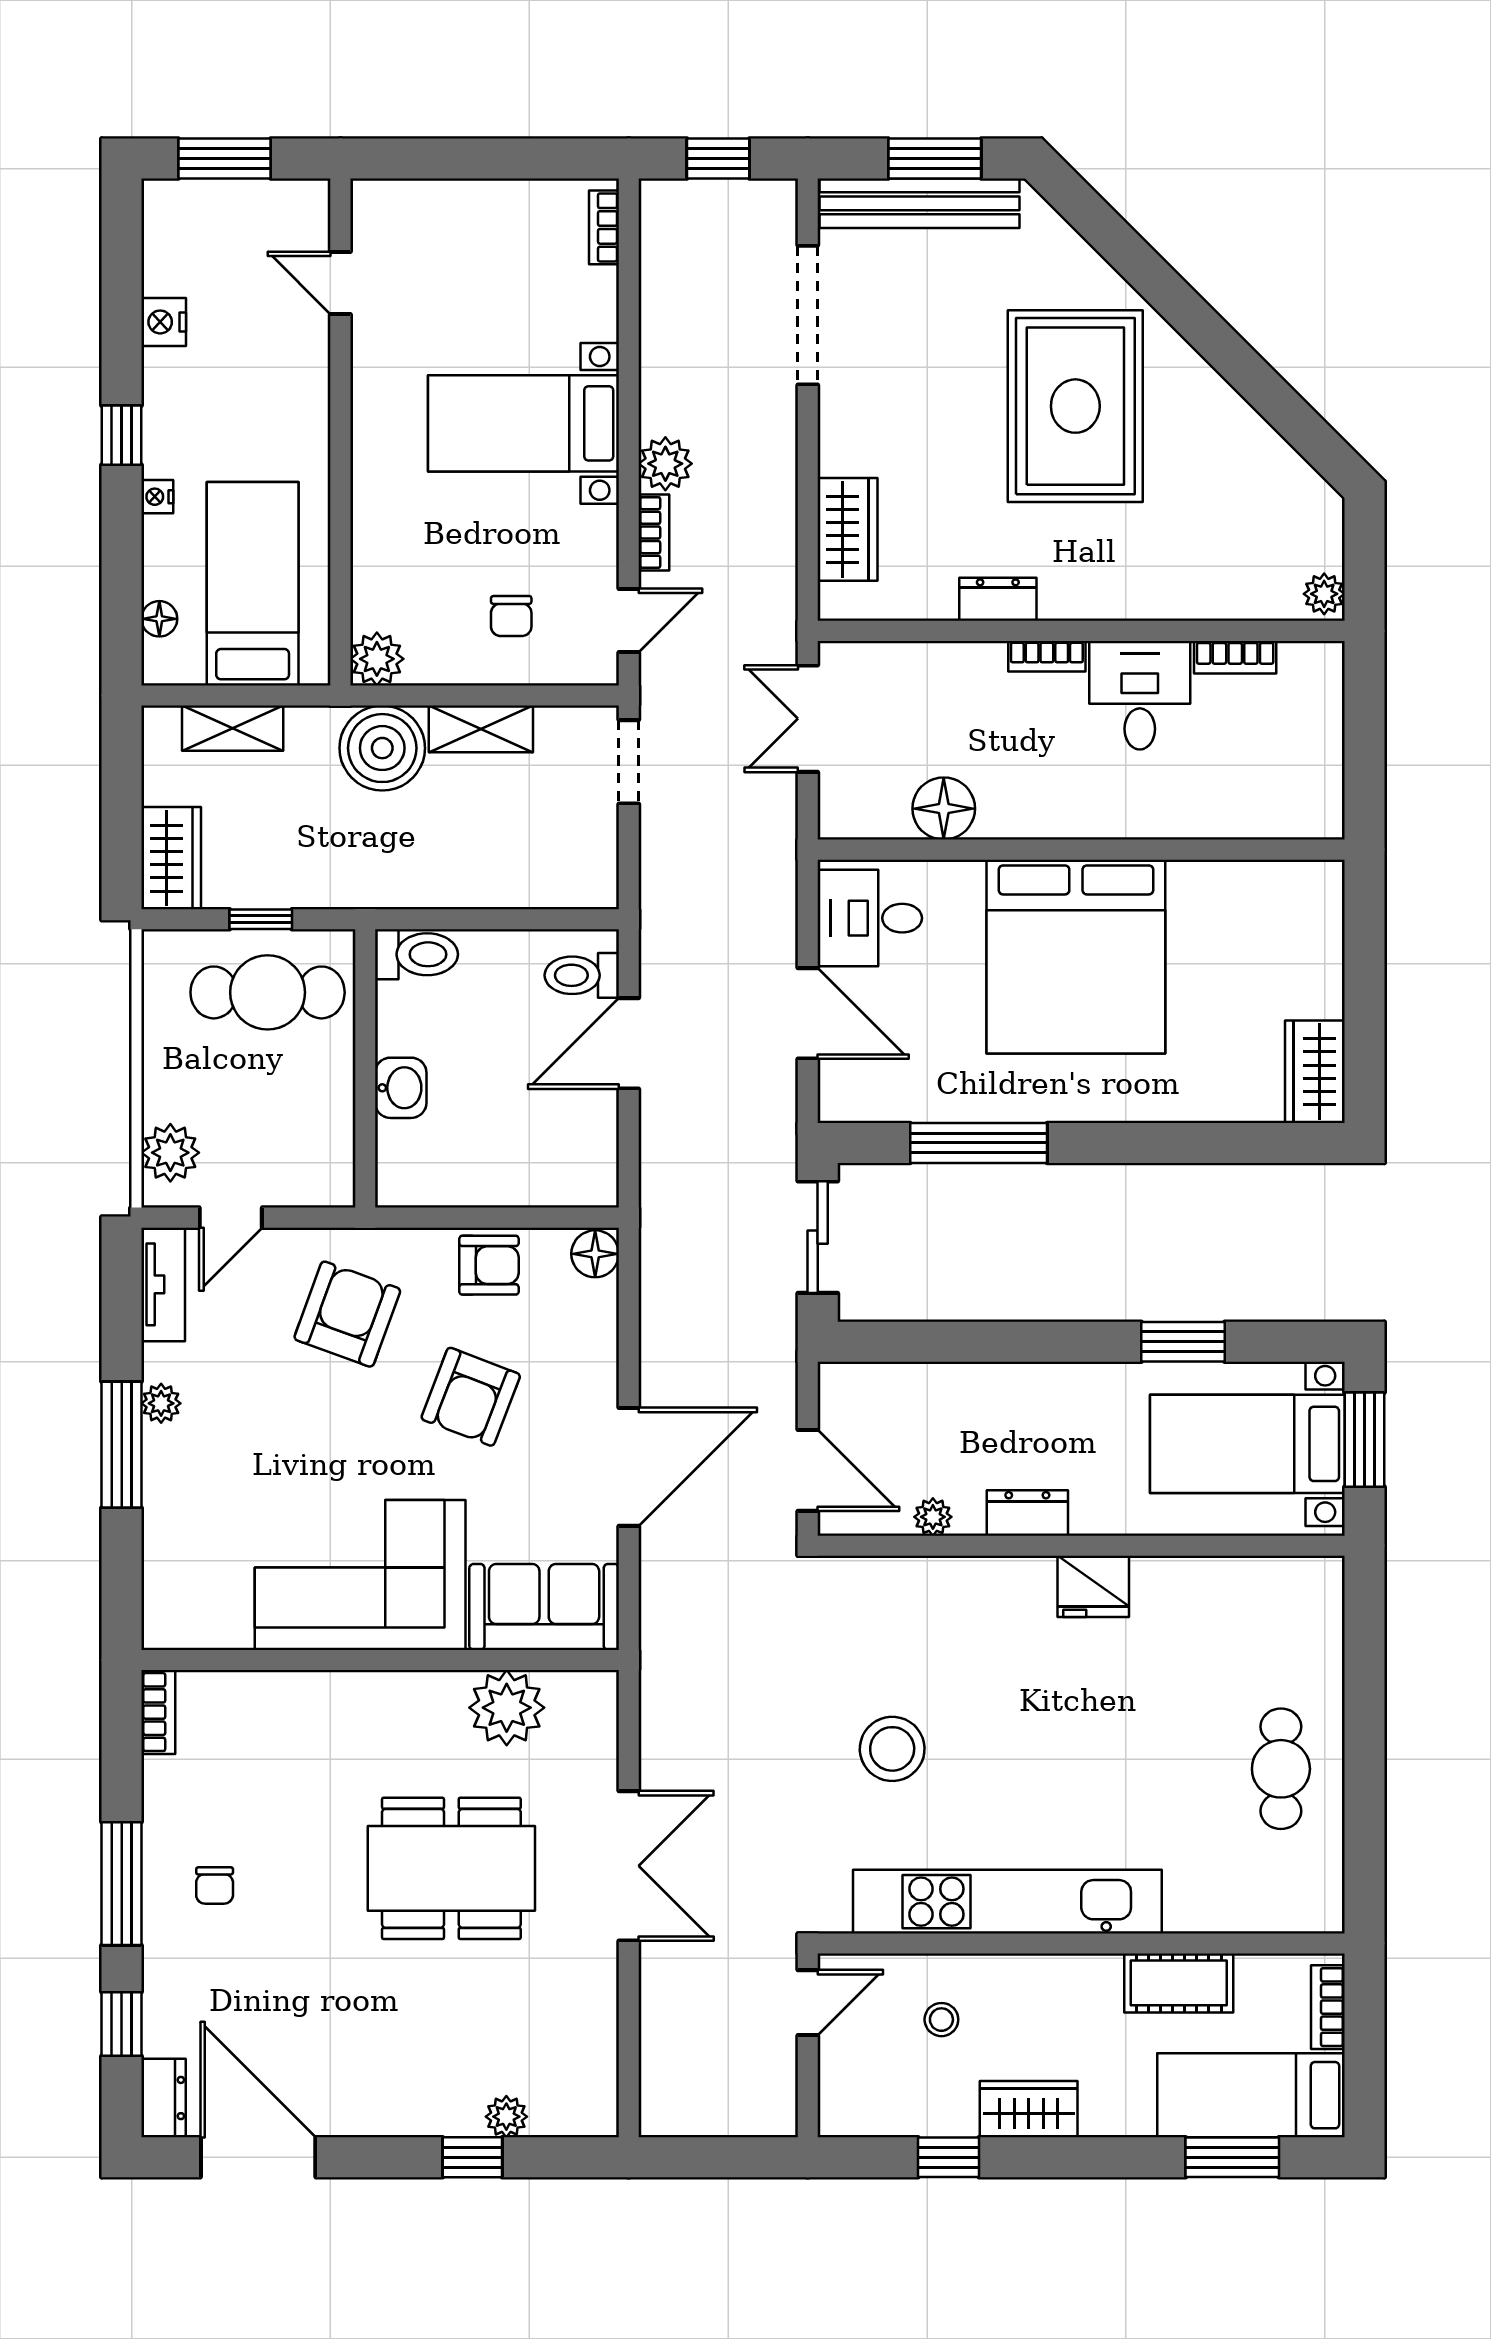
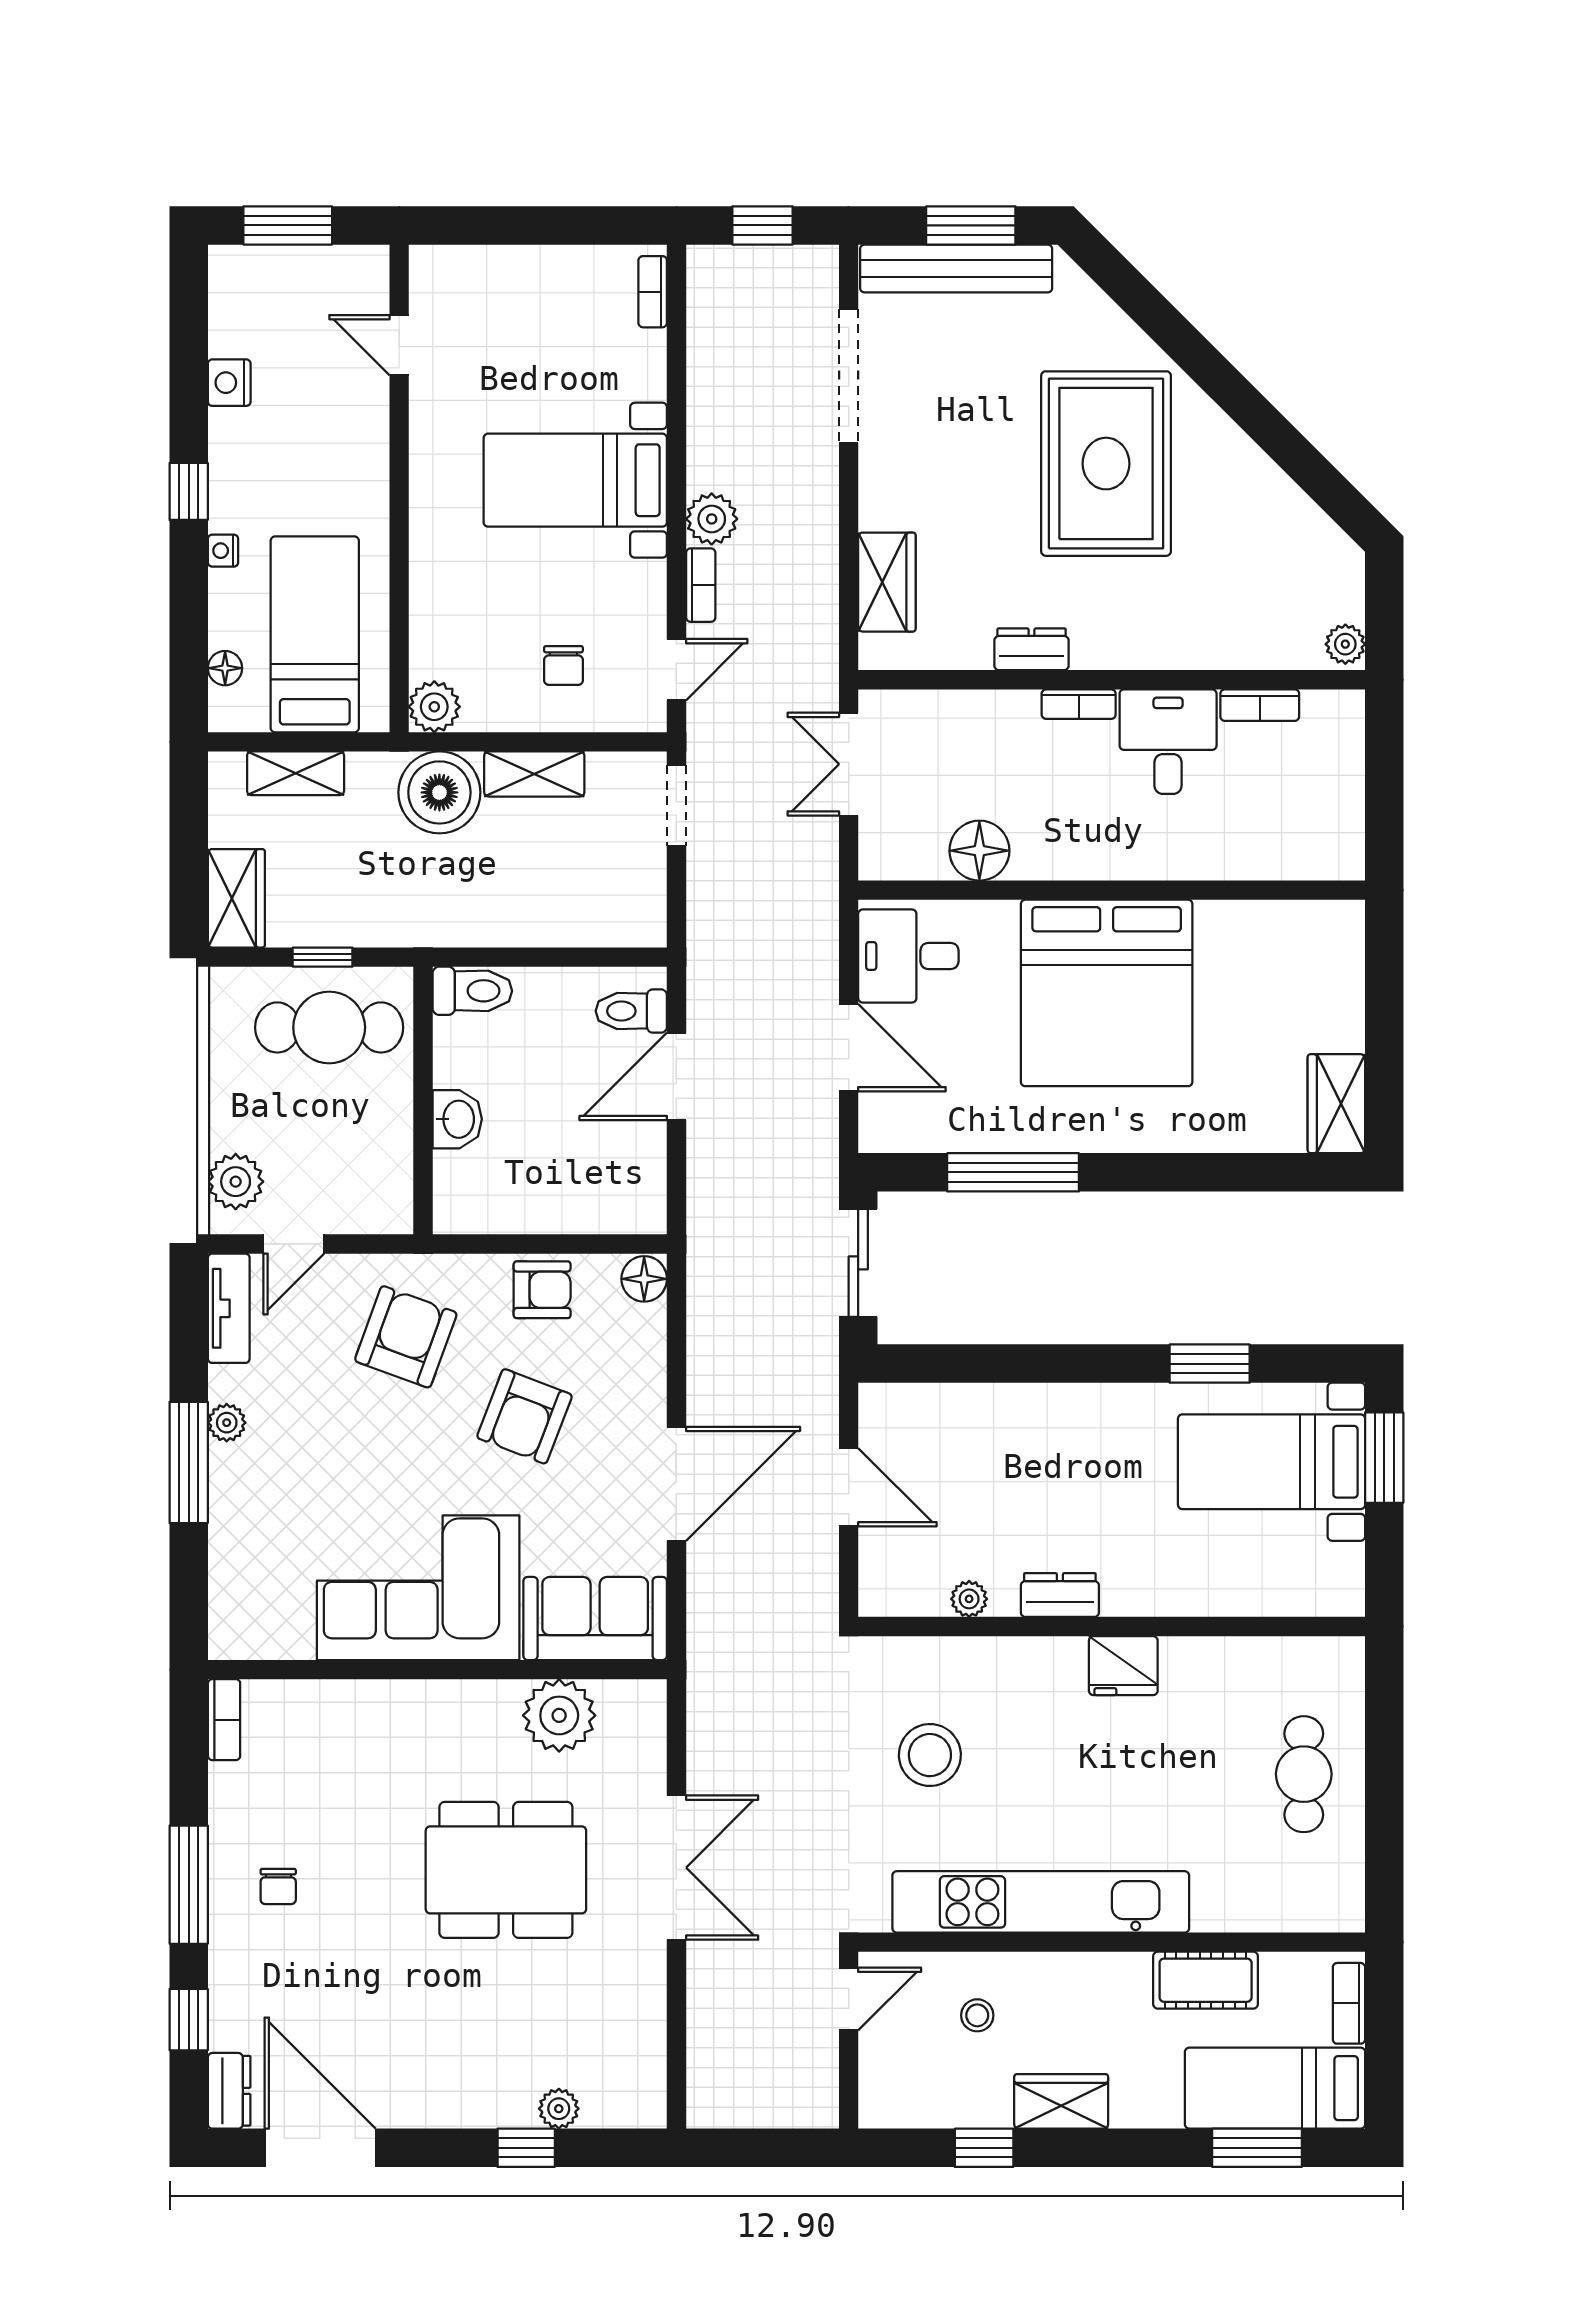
dresser: (1027, 1513) -> (1060, 1595), moved
plant: (933, 1517) -> (969, 1599), moved
wall: (1081, 1546) -> (1112, 1627), moved
fridge: (1093, 1586) -> (1123, 1666), moved

